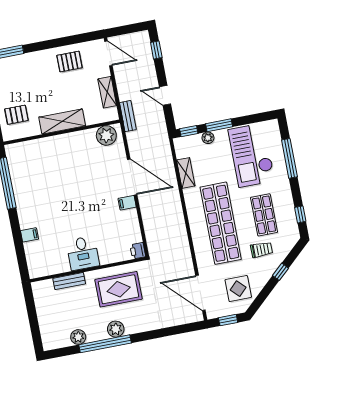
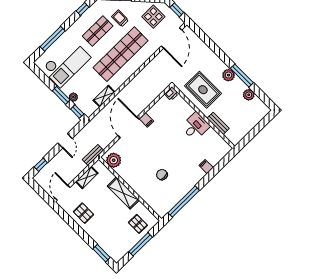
chair: (54, 179) -> (162, 175), added
window: (105, 344) -> (242, 76), width x0.68

